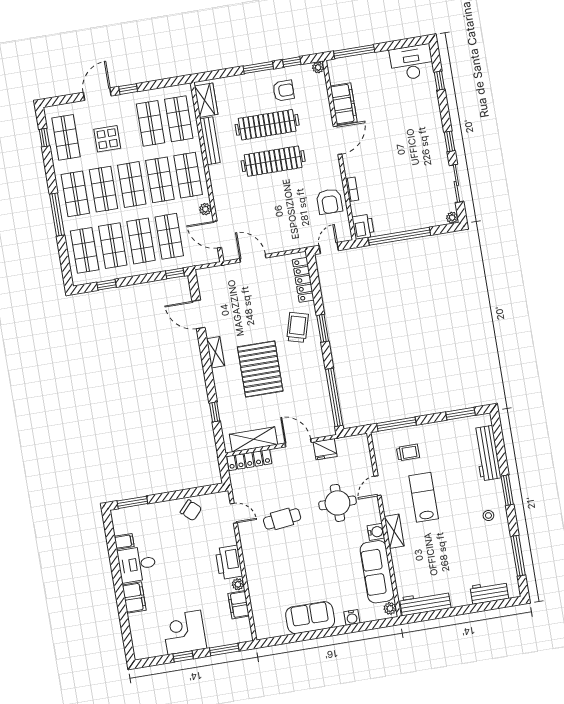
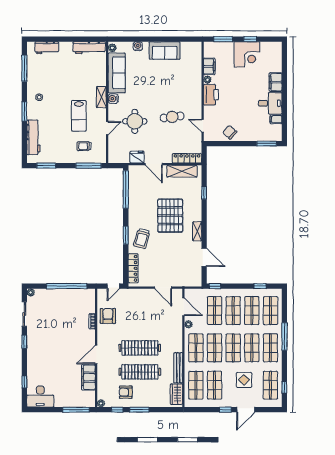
printer: (363, 227) -> (89, 296), removed

